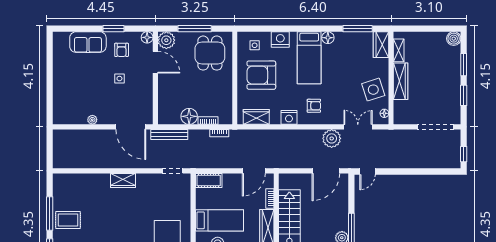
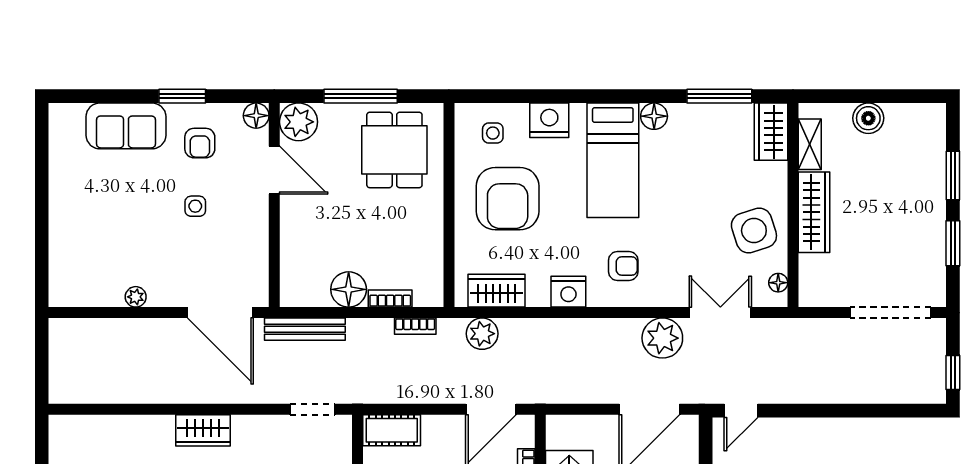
boiler: (454, 39) -> (868, 118), moved
armchair: (261, 75) -> (508, 199), turned -90
plant: (250, 136) -> (482, 334), added

